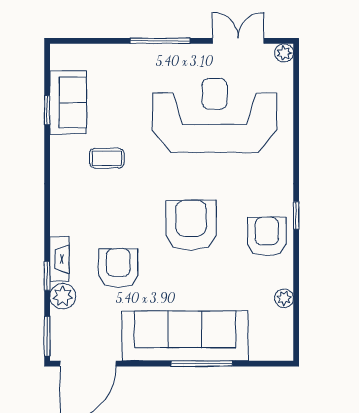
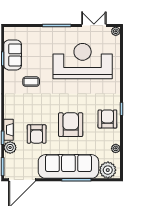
armchair: (191, 225) -> (71, 125), moved
armchair: (118, 268) -> (37, 134), turned 180
plant: (267, 343) -> (108, 170), added

